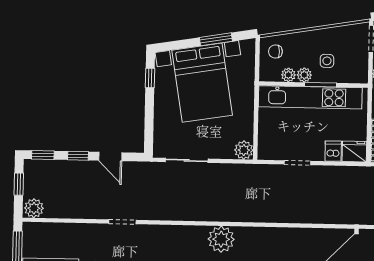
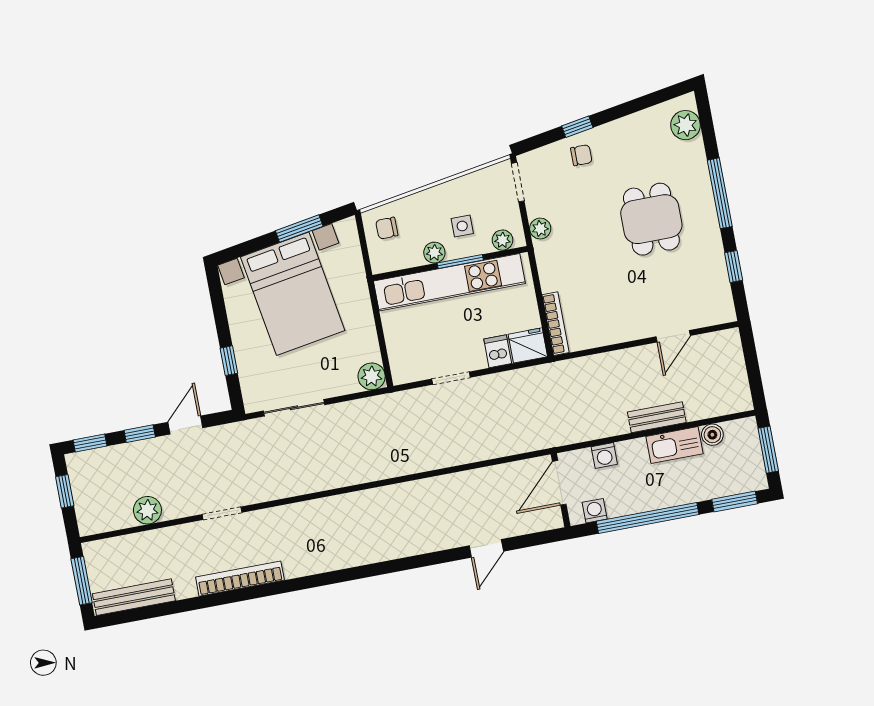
plant: (288, 75) -> (502, 240), moved
window: (150, 78) -> (229, 361), moved
door: (110, 156) -> (185, 425), swing flipped
plant: (34, 208) -> (147, 510), moved
plant: (221, 239) -> (366, 509), removed

